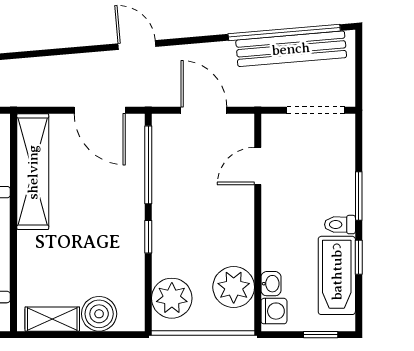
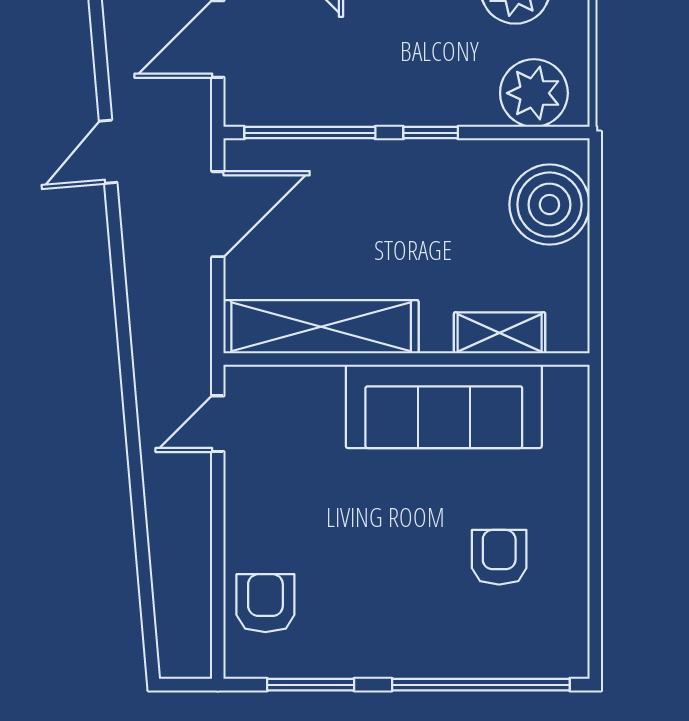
boiler: (99, 314) -> (549, 205), width x1.37, depth x1.37
shelving: (52, 319) -> (500, 333), moved, turned 90

